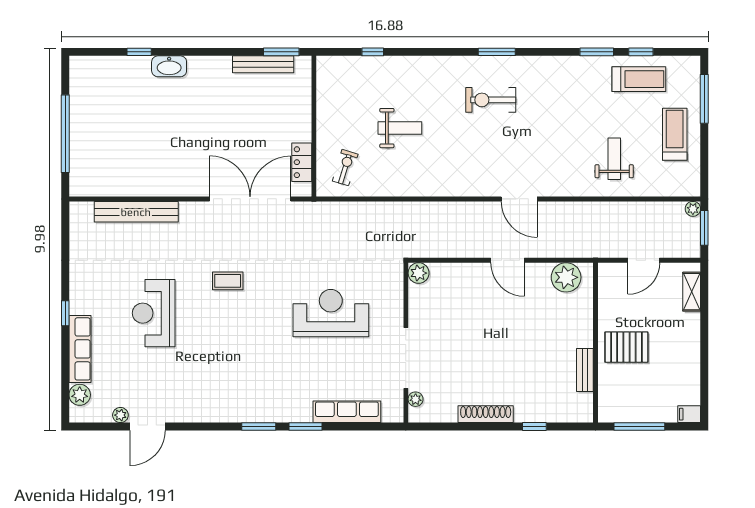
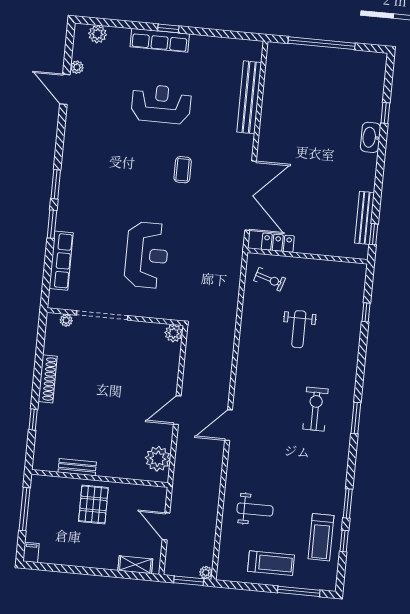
window: (281, 52) -> (374, 234), width x0.67
row of seats: (80, 349) -> (160, 40), moved

